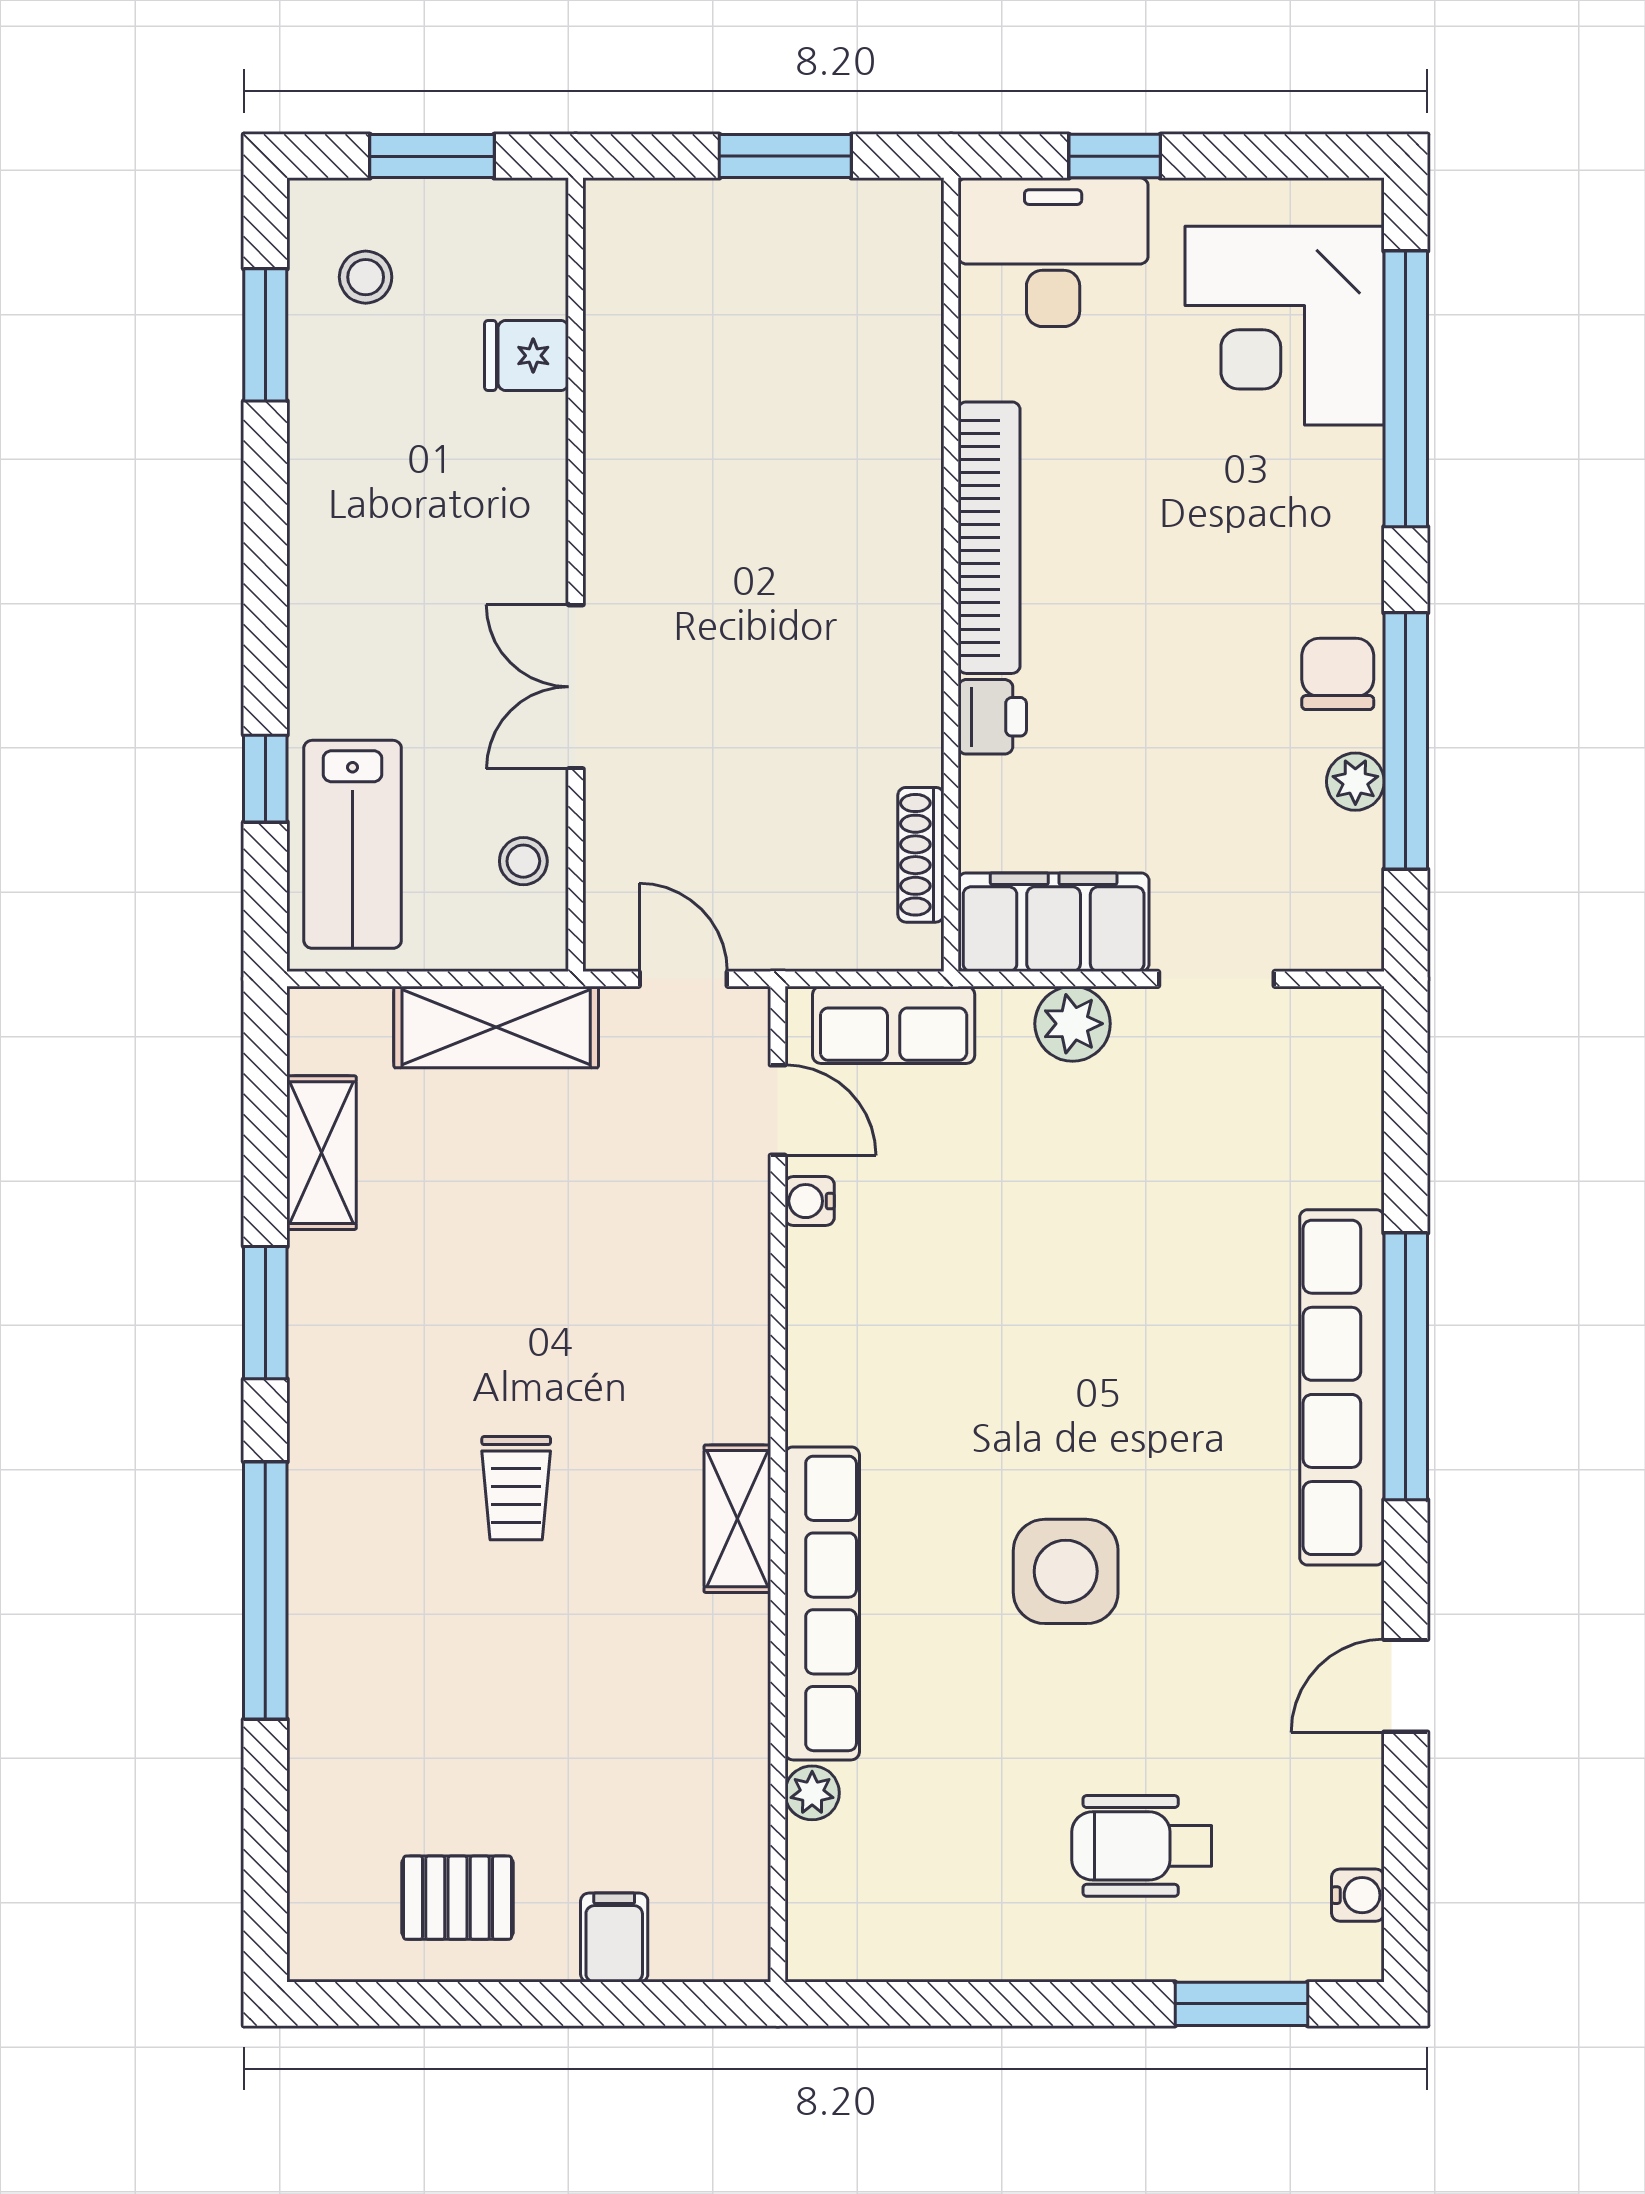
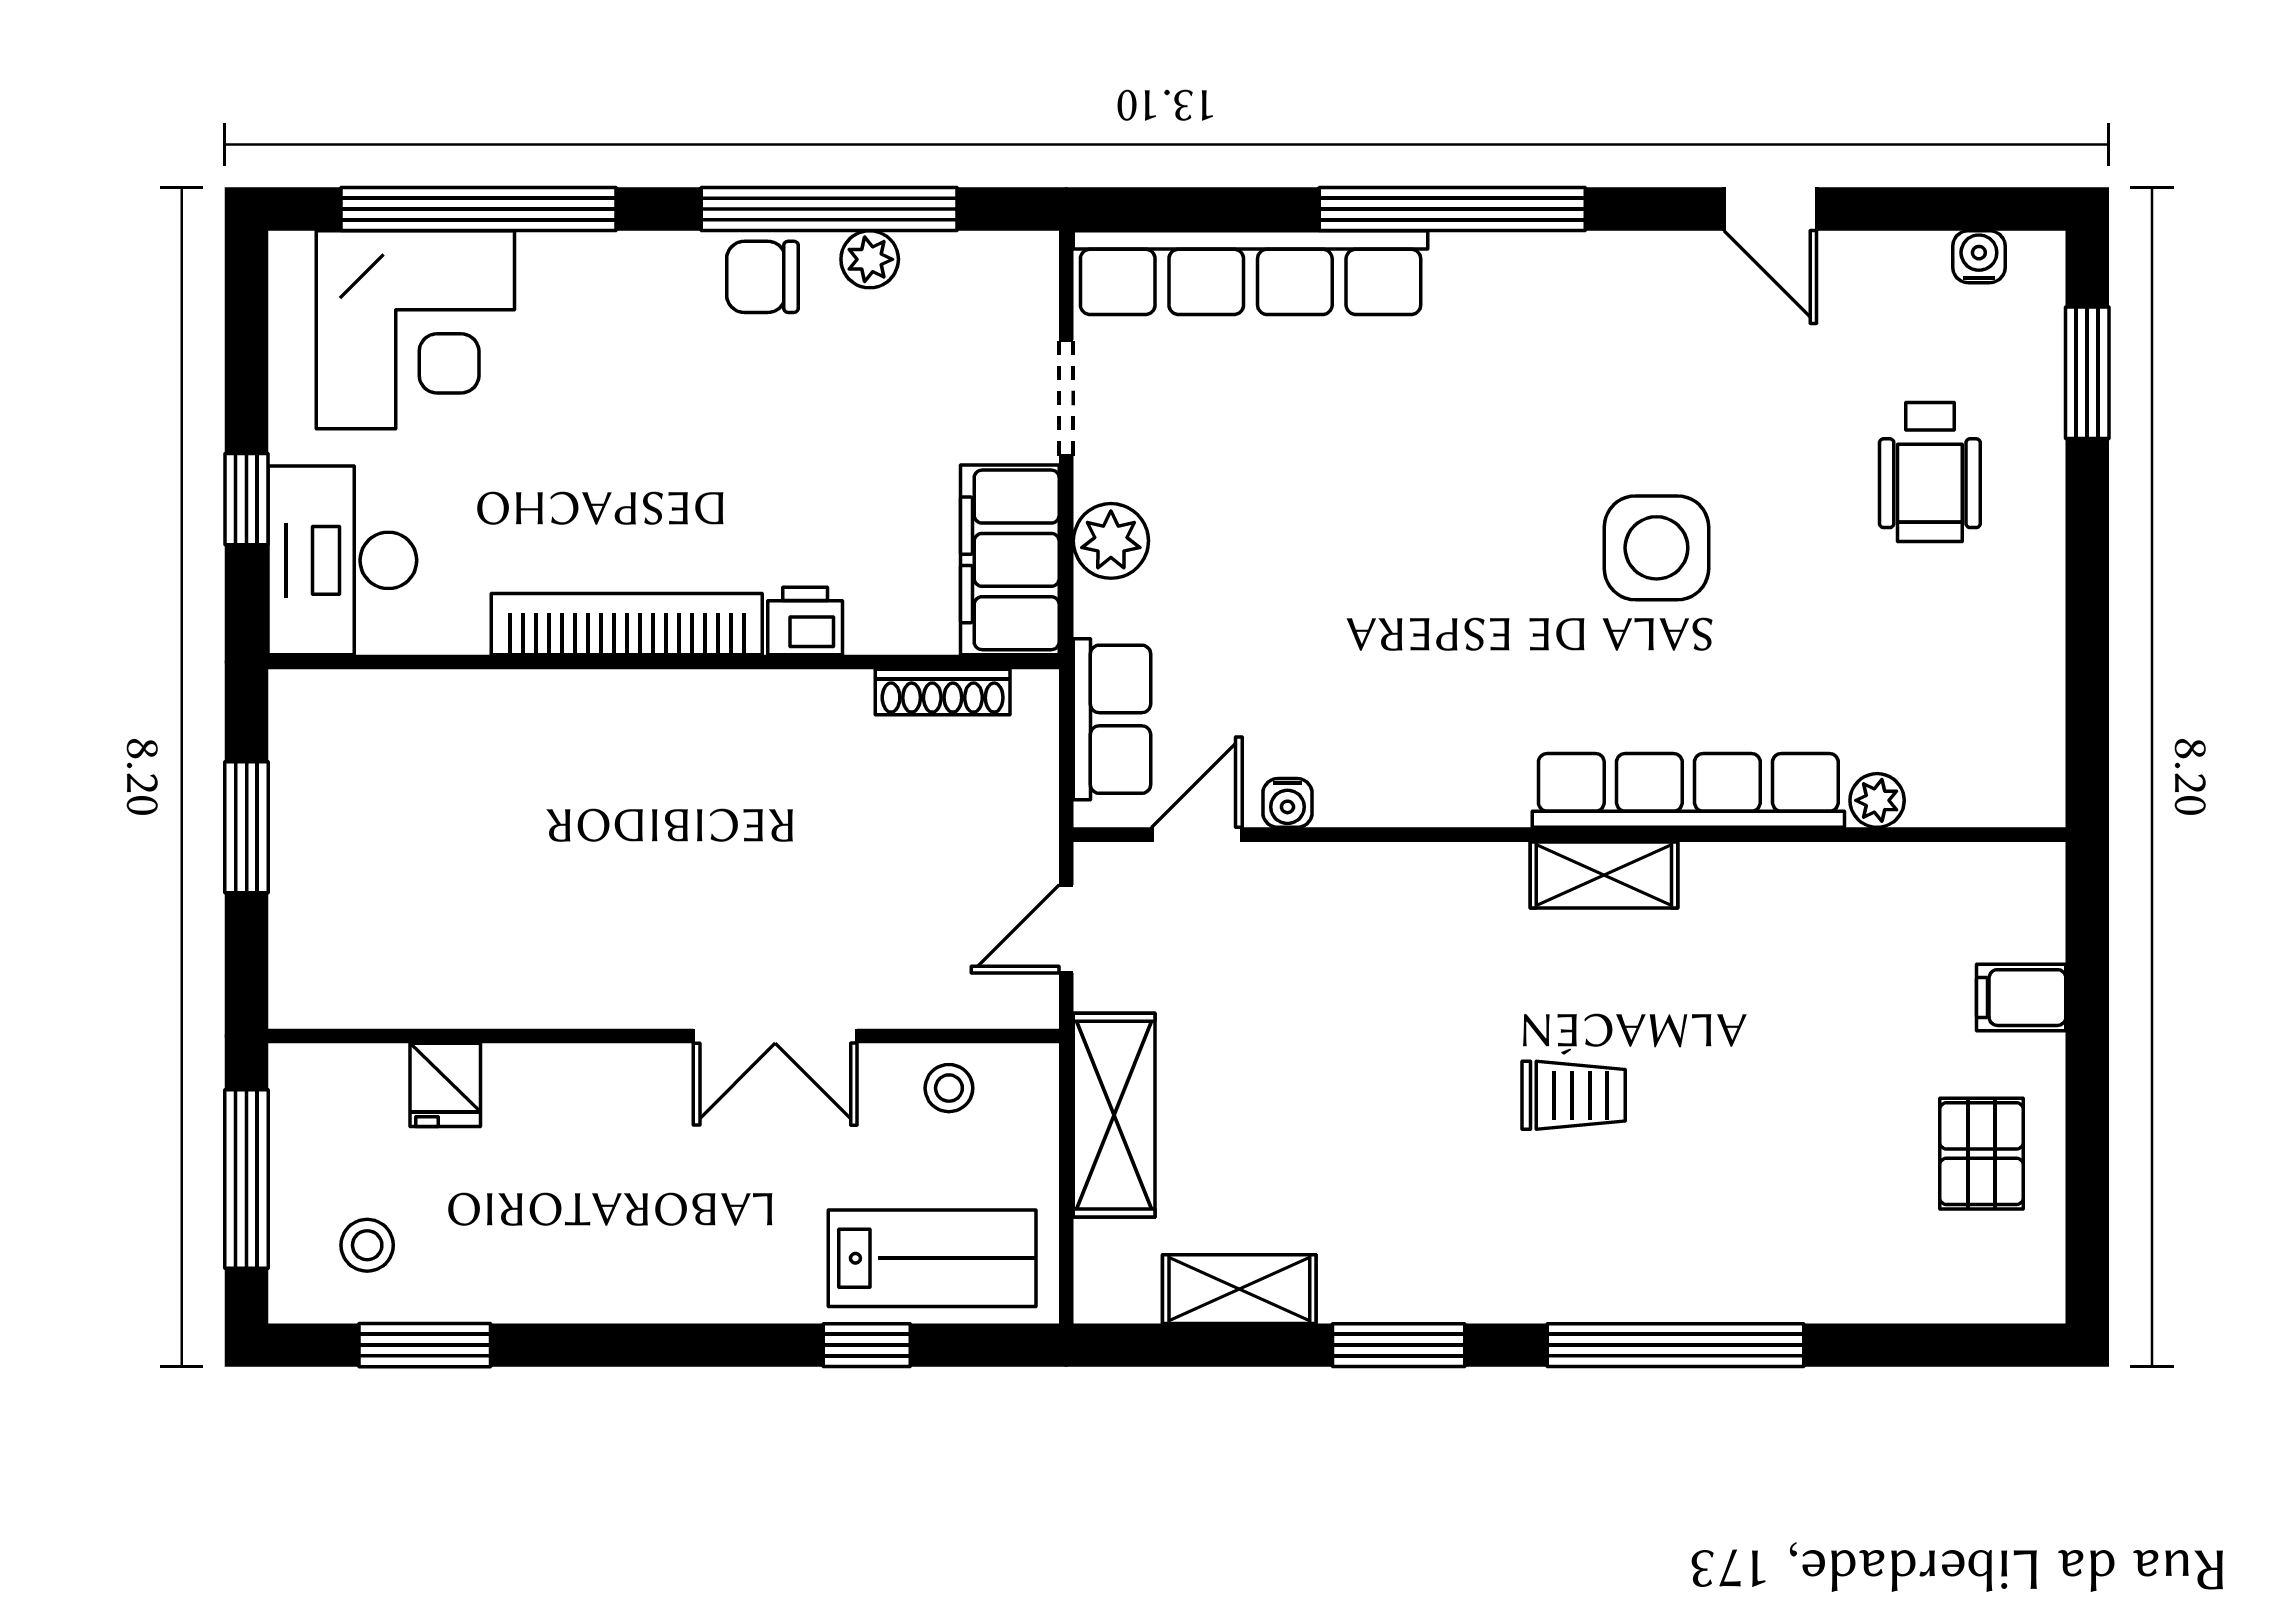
window: (432, 156) -> (247, 1179), width x1.44
row of seats: (1342, 1387) -> (1251, 273), moved

